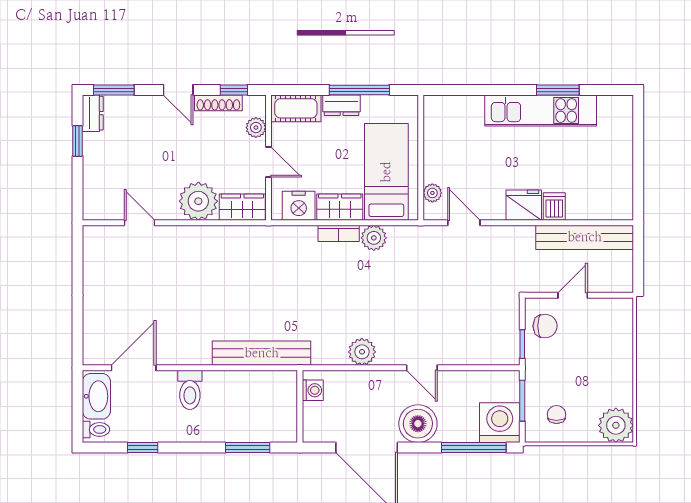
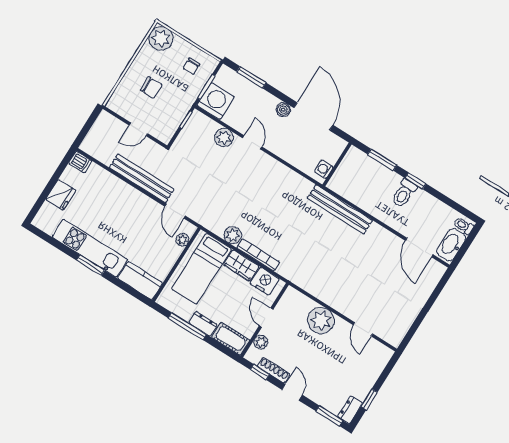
window: (558, 90) -> (90, 265), moved
kitchen counter: (453, 110) -> (140, 281), added
fridge: (524, 205) -> (61, 195), moved, turned -90
dishwasher: (554, 206) -> (80, 162), moved, turned -90
wardrobe: (242, 207) -> (298, 301), removed
bookcase: (339, 233) -> (258, 255), width x1.56
bench: (585, 237) -> (142, 178), moved
chair: (545, 326) -> (151, 88), moved, turned 180
plant: (362, 352) -> (224, 138), moved
door: (134, 368) -> (419, 248), hinge flipped
toilet: (190, 390) -> (404, 193), moved, turned 180
washing machine: (500, 423) -> (215, 101), moved, turned 180
boiler: (418, 424) -> (283, 110), width x0.54, depth x0.54
window: (143, 448) -> (416, 181), moved
window: (474, 448) -> (251, 77), width x0.69

